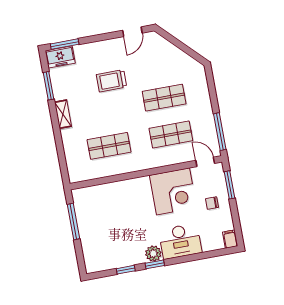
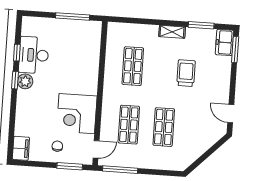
trolley: (111, 81) -> (186, 73), moved
filing cabinet: (230, 239) -> (21, 148), width x2.00
desk: (180, 241) -> (34, 55), moved

